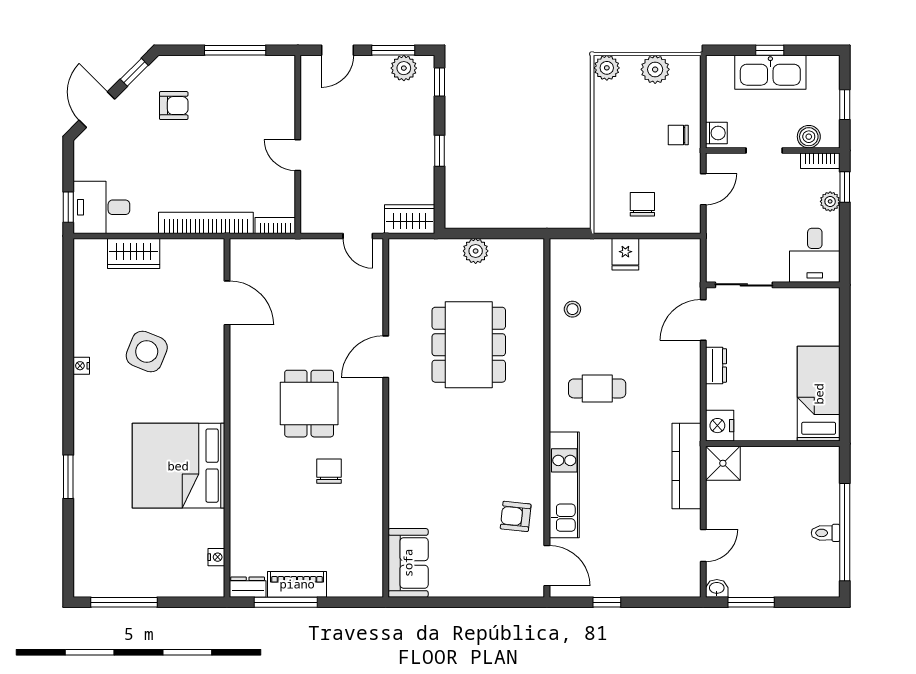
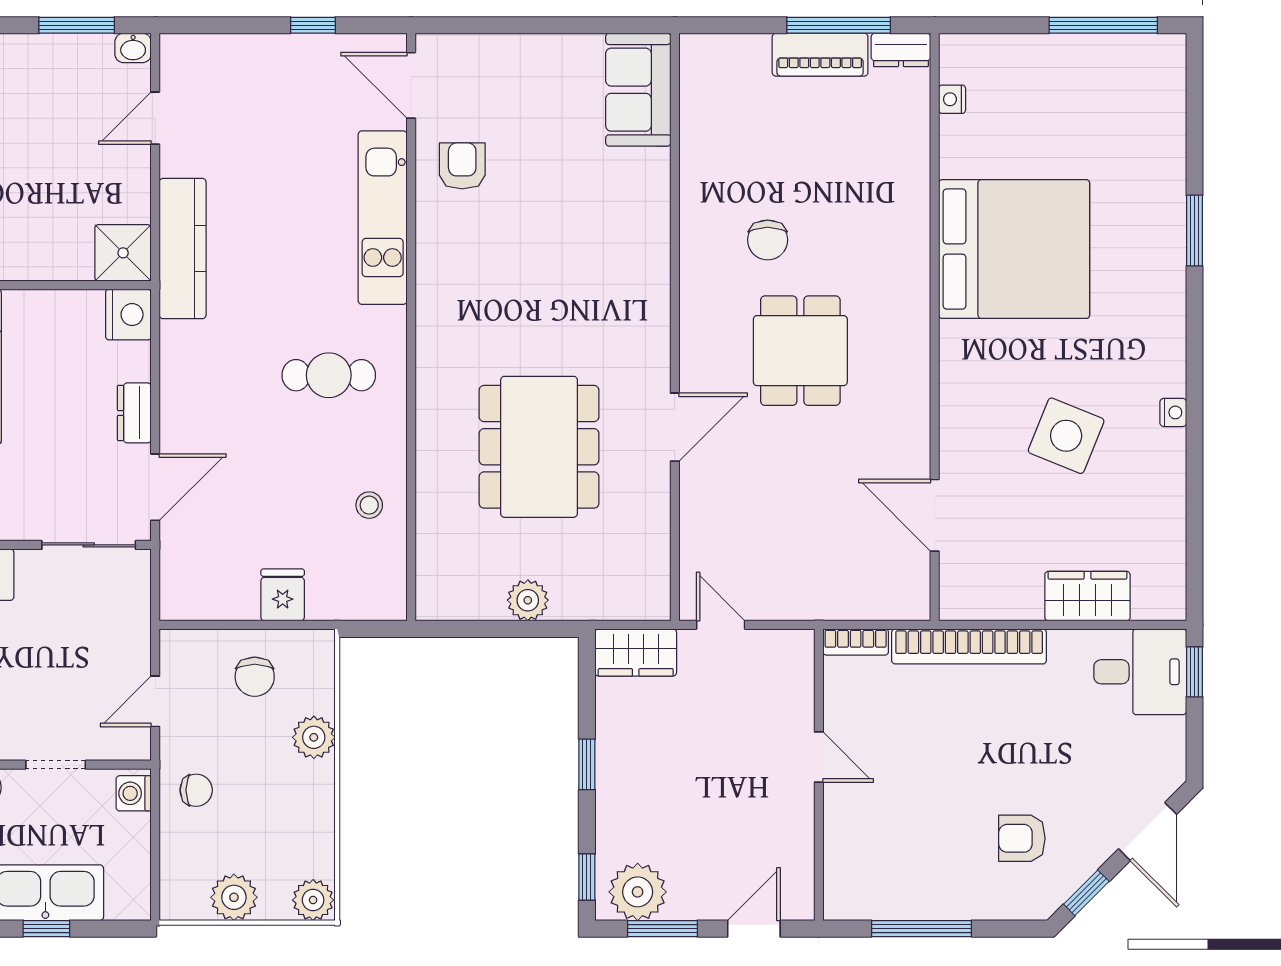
plant: (404, 68) -> (638, 892), width x1.36, depth x1.36
plant: (606, 167) -> (314, 737), added
armchair: (516, 516) -> (462, 166), turned -96

